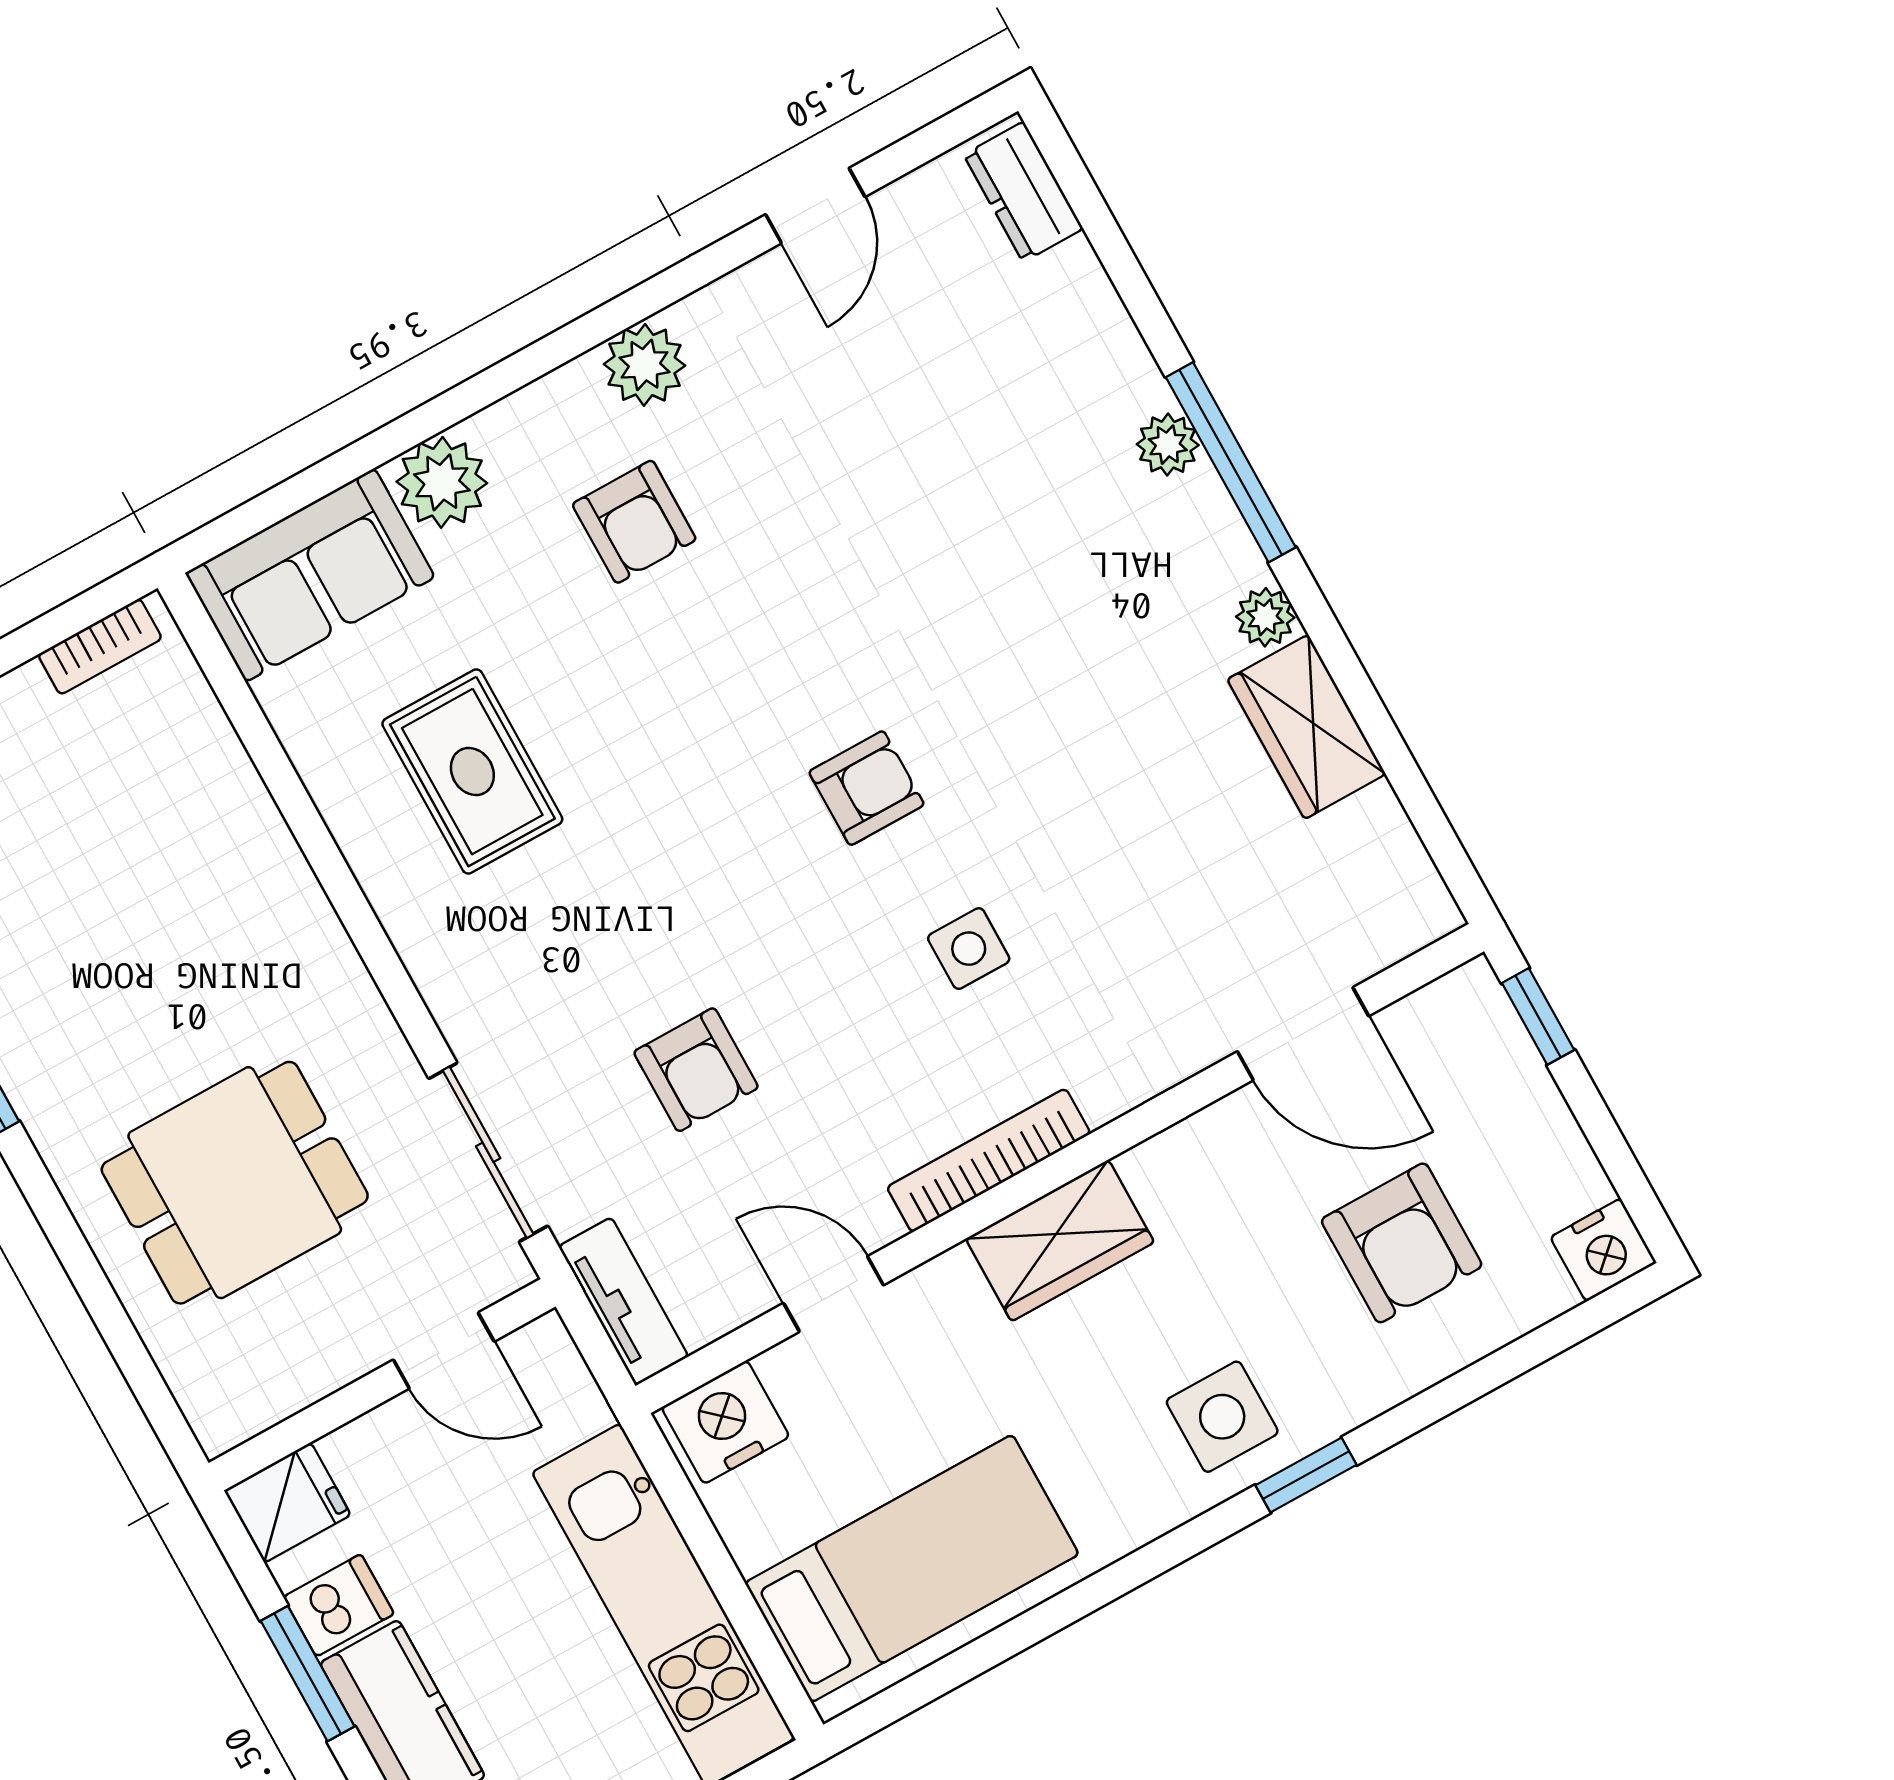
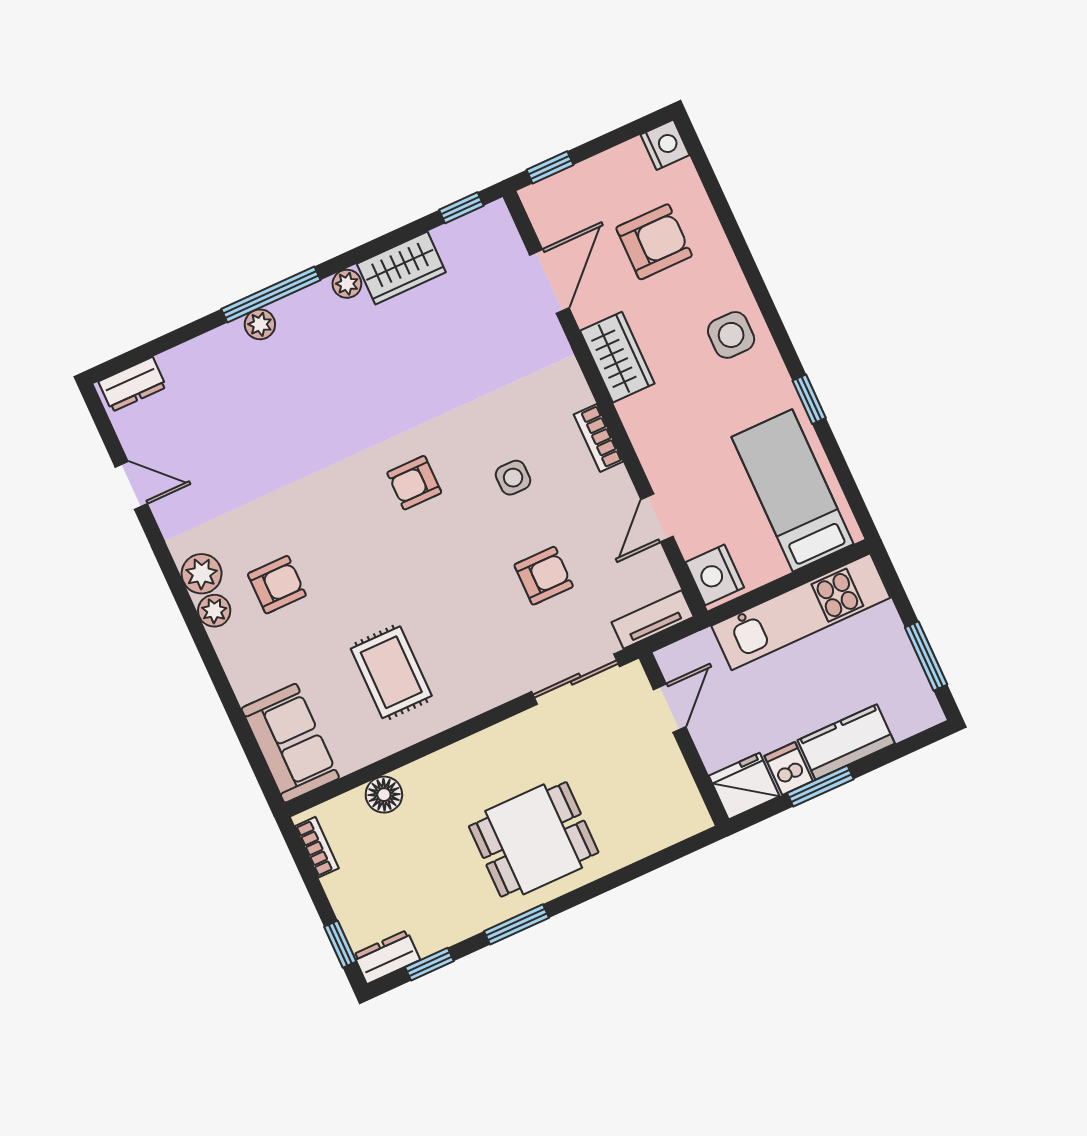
plant: (442, 482) -> (214, 611), moved, width x0.73, depth x0.73
rug: (472, 771) -> (391, 672), turned 90
floor lamp: (219, 776) -> (384, 795), added
armchair: (867, 788) -> (414, 483), turned -90
window: (1441, 841) -> (461, 208), added
side table: (969, 949) -> (513, 478), moved
bookcase: (989, 1160) -> (598, 438), width x0.64
dining table: (235, 1183) -> (534, 839), moved, turned 90
wardrobe: (1060, 1241) -> (617, 357), moved
window: (1306, 1475) -> (809, 399), moved
fridge: (287, 1503) -> (744, 786), width x1.38

